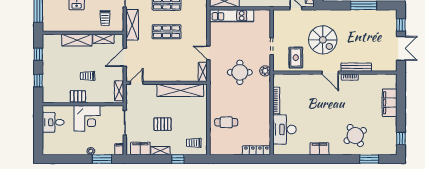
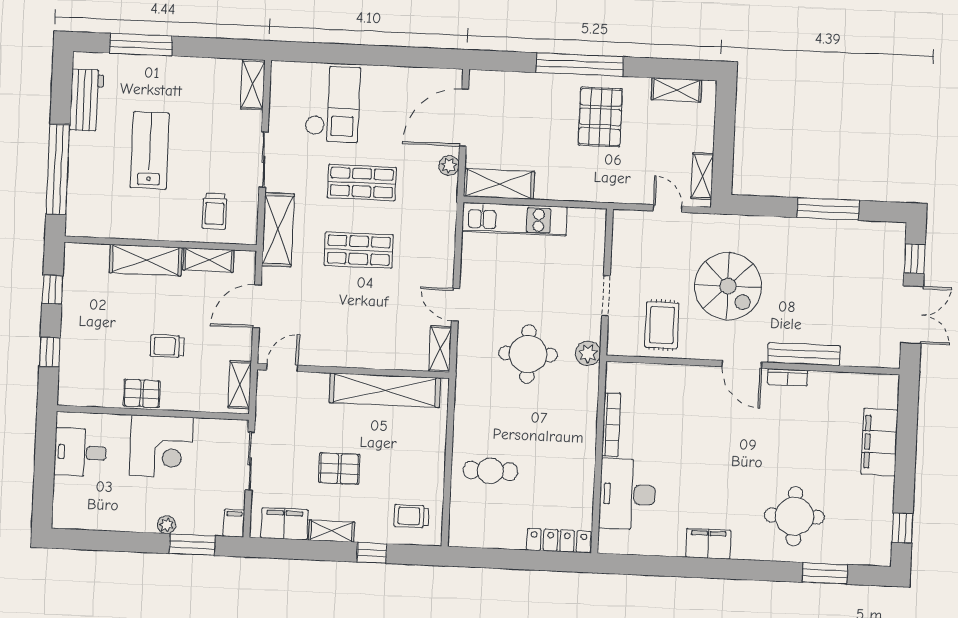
round table: (355, 136) -> (794, 516), turned 32

